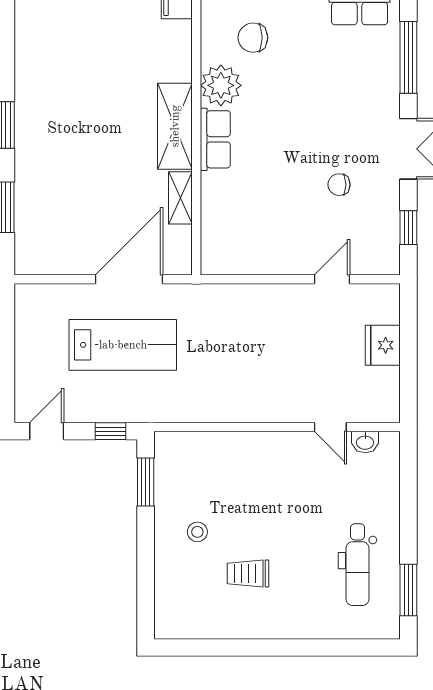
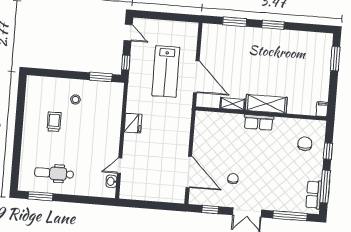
plant: (221, 85) -> (284, 127), removed
door: (332, 279) -> (189, 172), width x1.88
fridge: (383, 345) -> (133, 123), moved, turned 90

